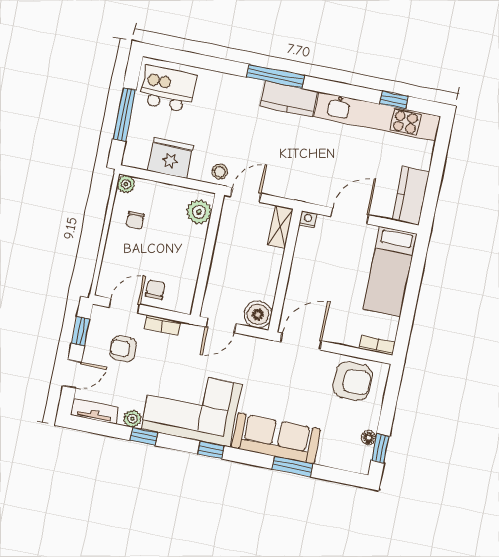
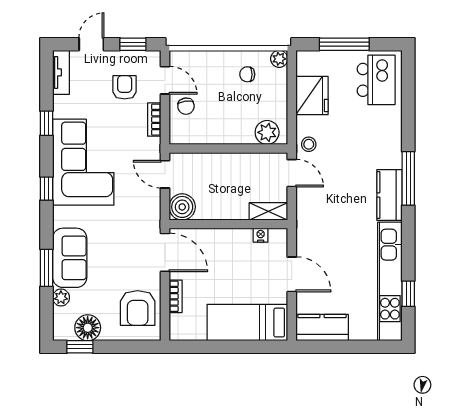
nightstand: (308, 219) -> (261, 235), moved, turned -90
chair: (155, 290) -> (186, 106), turned 81
bookcase: (377, 345) -> (176, 296), moved
door: (72, 374) -> (91, 44), swing flipped
plant: (132, 419) -> (61, 298), moved
sofa: (276, 438) -> (70, 258), width x0.73
floor lamp: (369, 438) -> (88, 328), width x1.89, depth x1.89

